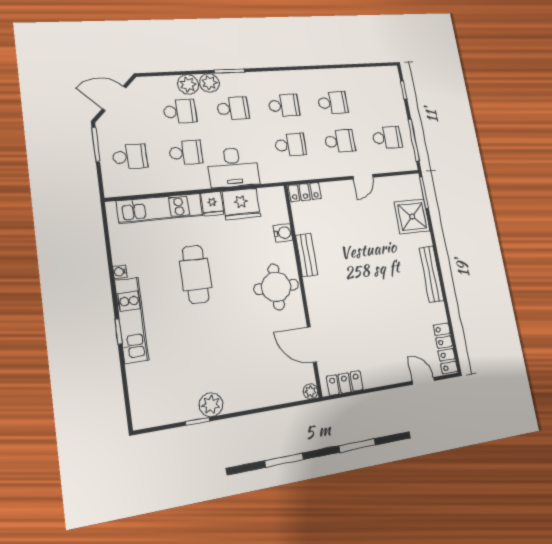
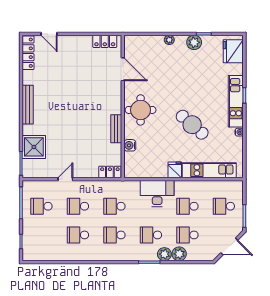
fridge: (241, 204) -> (233, 51), moved, turned -90
cafe table: (196, 274) -> (192, 125), turned -49
plant: (311, 391) -> (169, 40), moved

